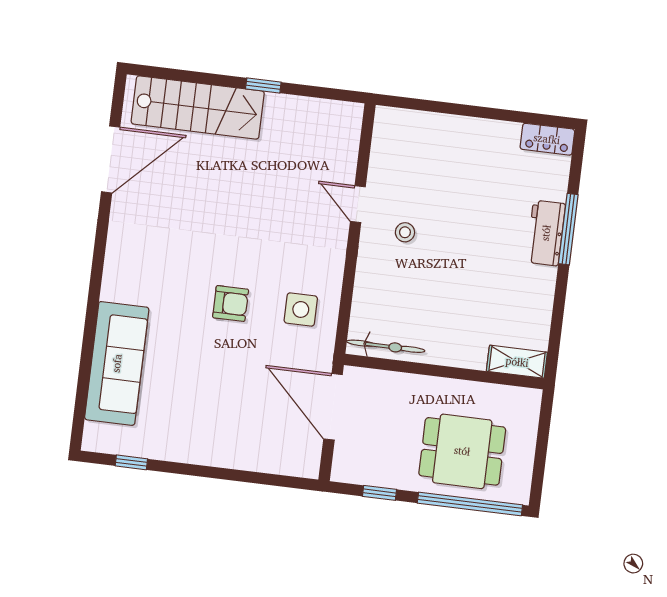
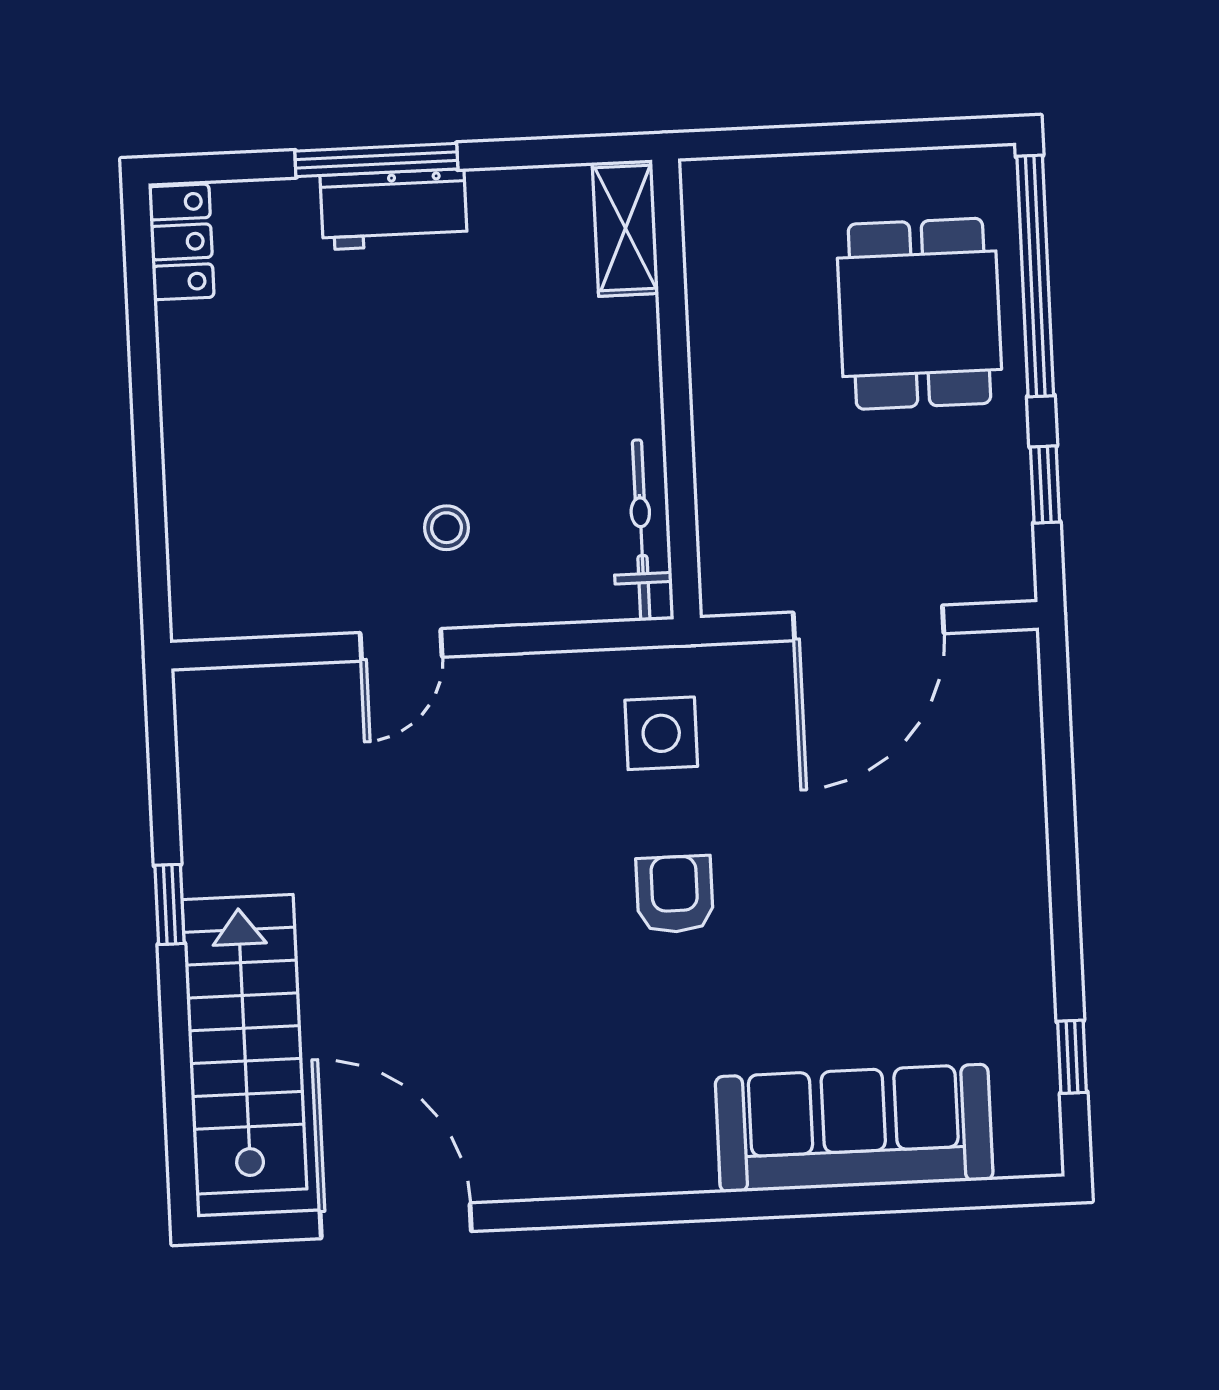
bicycle: (386, 346) -> (641, 530), moved
shelving: (517, 362) -> (625, 228), moved
wall: (444, 372) -> (676, 389), moved

